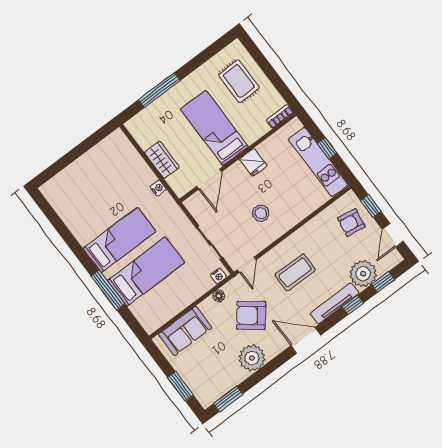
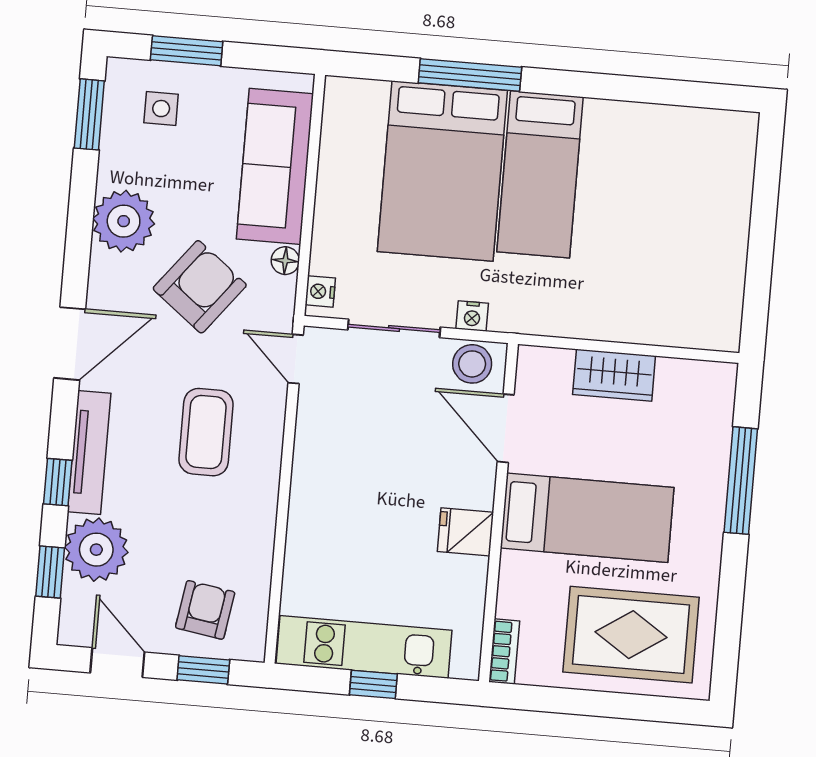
rug: (239, 81) -> (631, 635), width x1.36, depth x1.43
nightstand: (158, 188) -> (472, 316), moved
stool: (261, 213) -> (472, 364), moved
bed: (146, 272) -> (442, 171), width x1.50
sofa: (185, 331) -> (275, 166), width x1.36
side table: (206, 378) -> (161, 109), added

